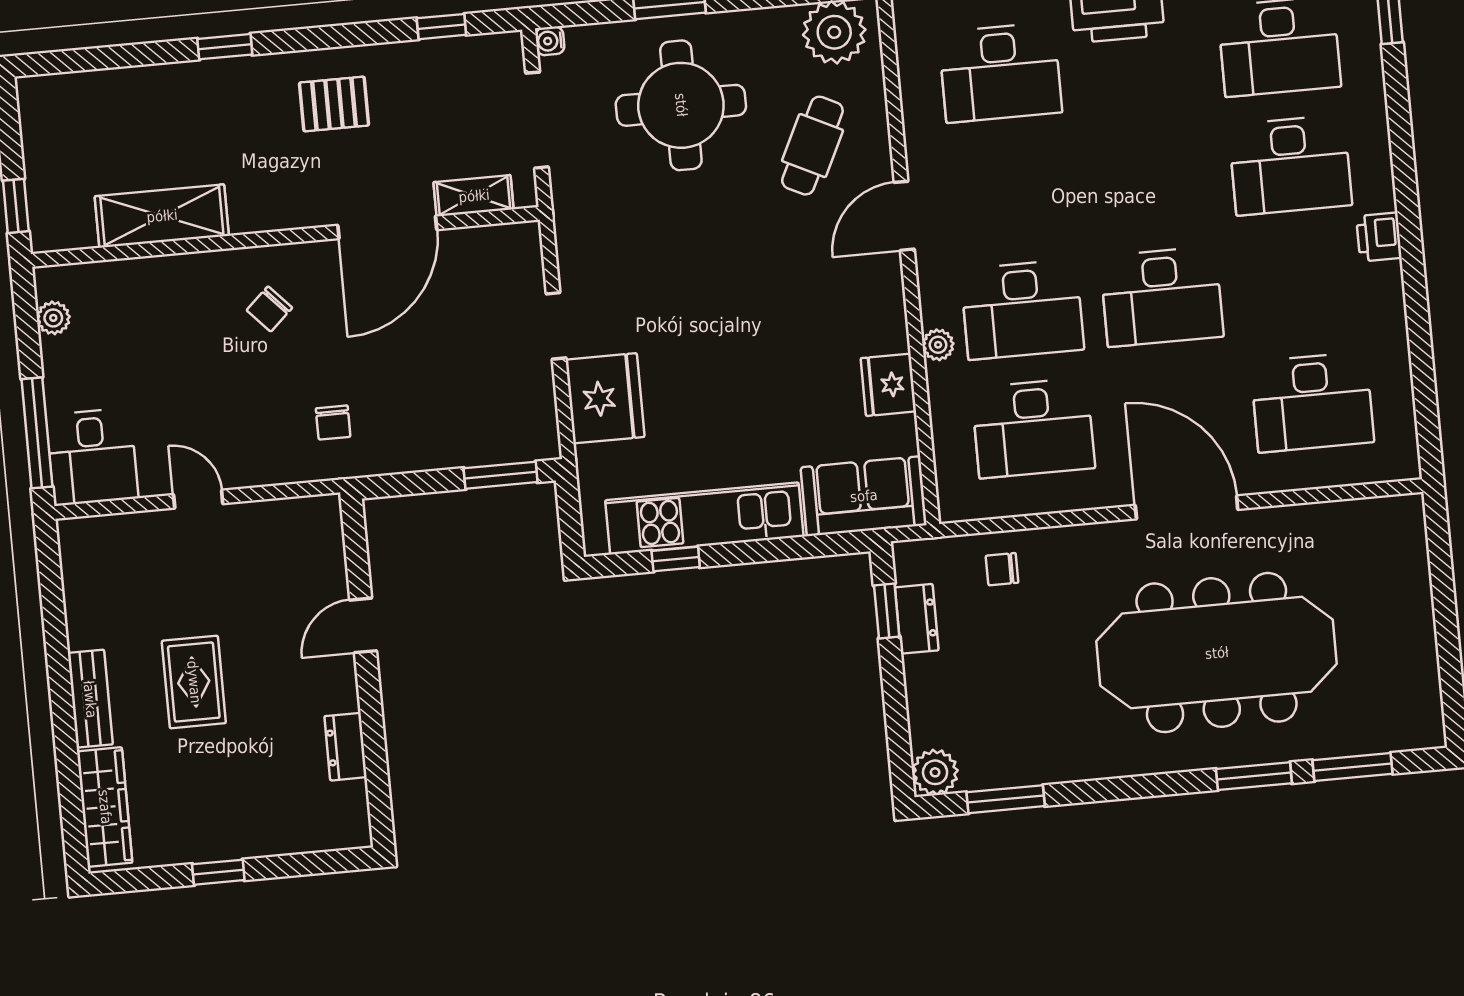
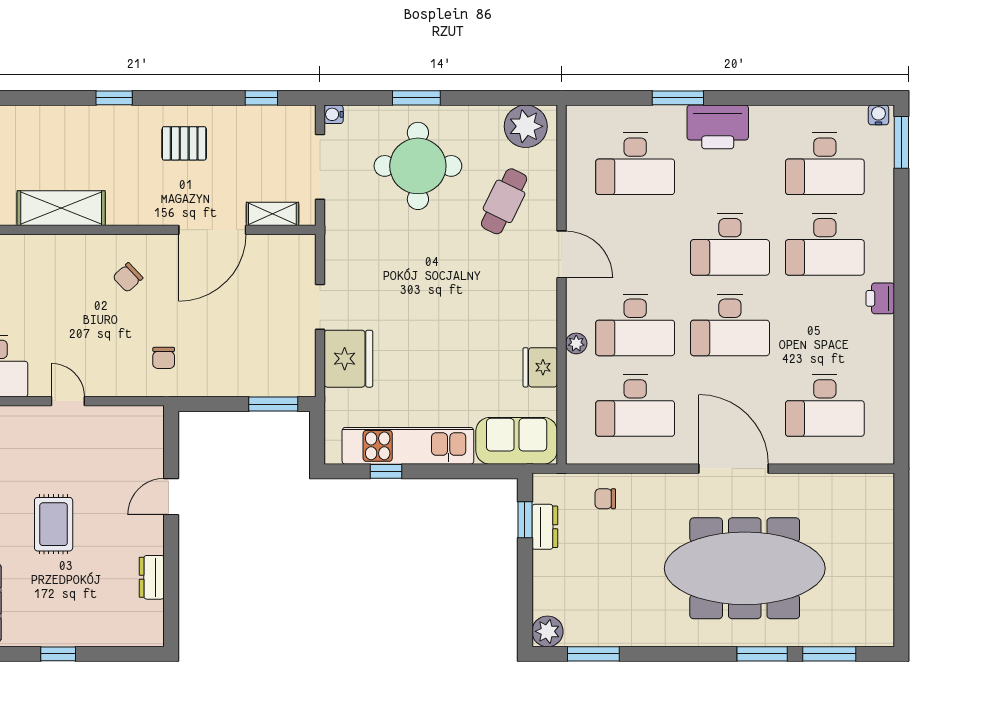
desk: (1151, 178) -> (730, 244), added
door: (904, 216) -> (561, 254), swing flipped

